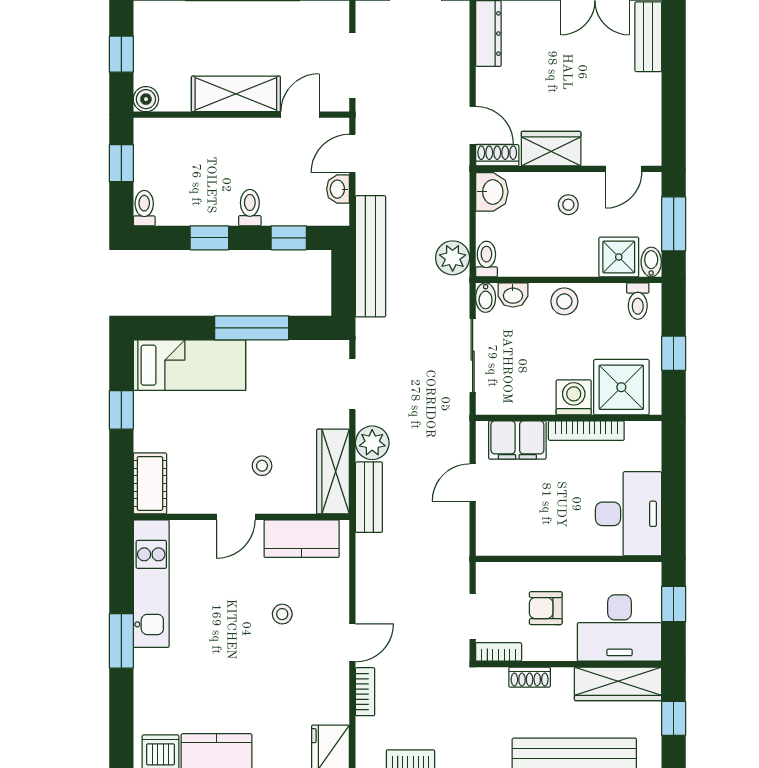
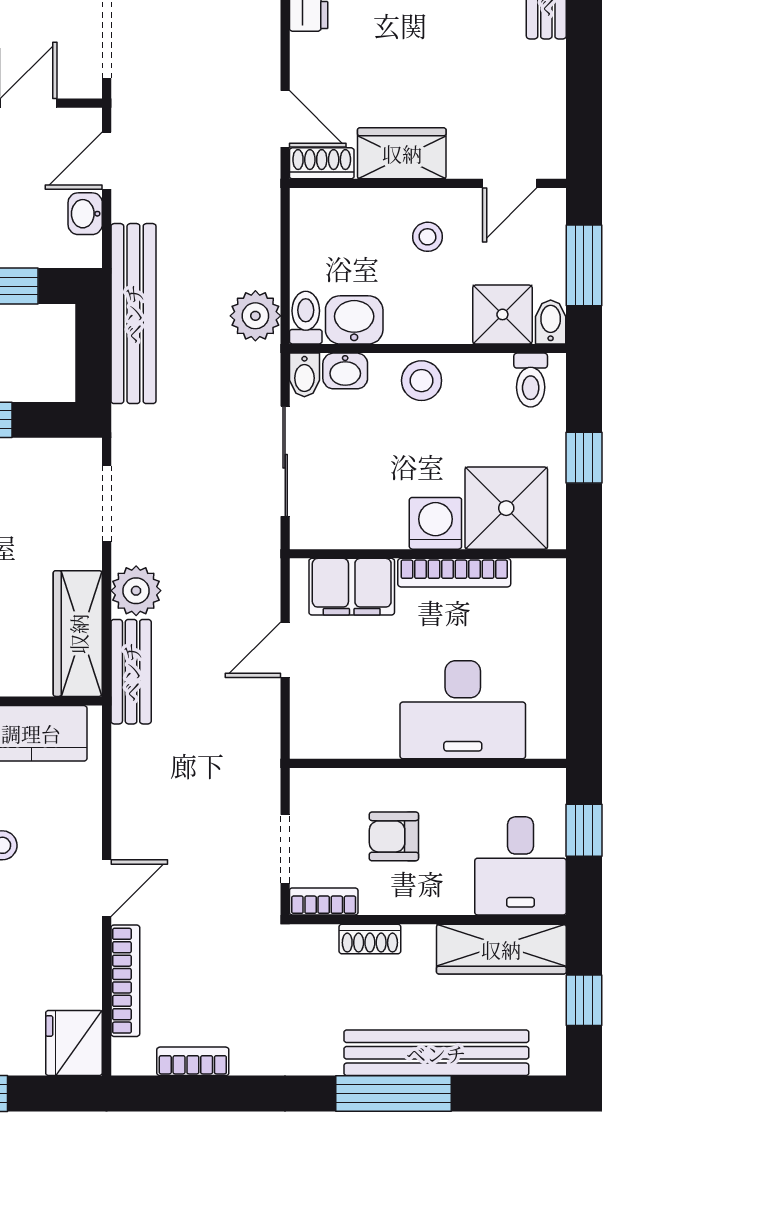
washbasin: (492, 192) -> (354, 320), moved, turned -90
desk: (629, 514) -> (463, 710), moved, turned 90
desk: (619, 628) -> (520, 866), width x0.73
bookcase: (365, 692) -> (125, 981), width x1.56

